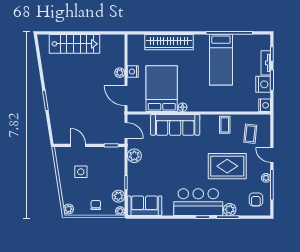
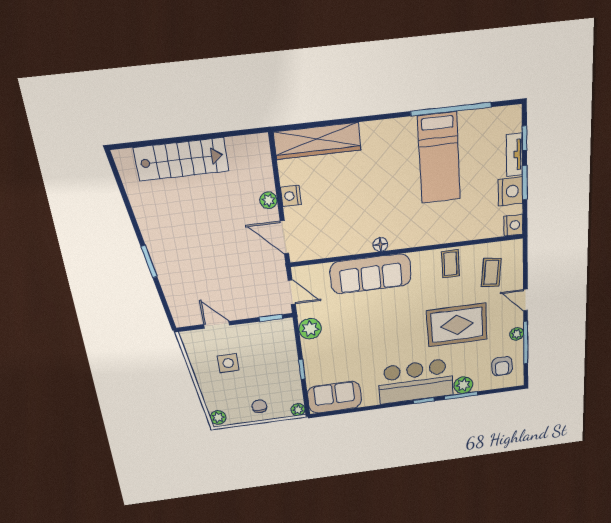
wardrobe: (169, 42) -> (317, 141), moved
bed: (162, 89) -> (343, 219), removed
plant: (118, 196) -> (293, 390), removed

